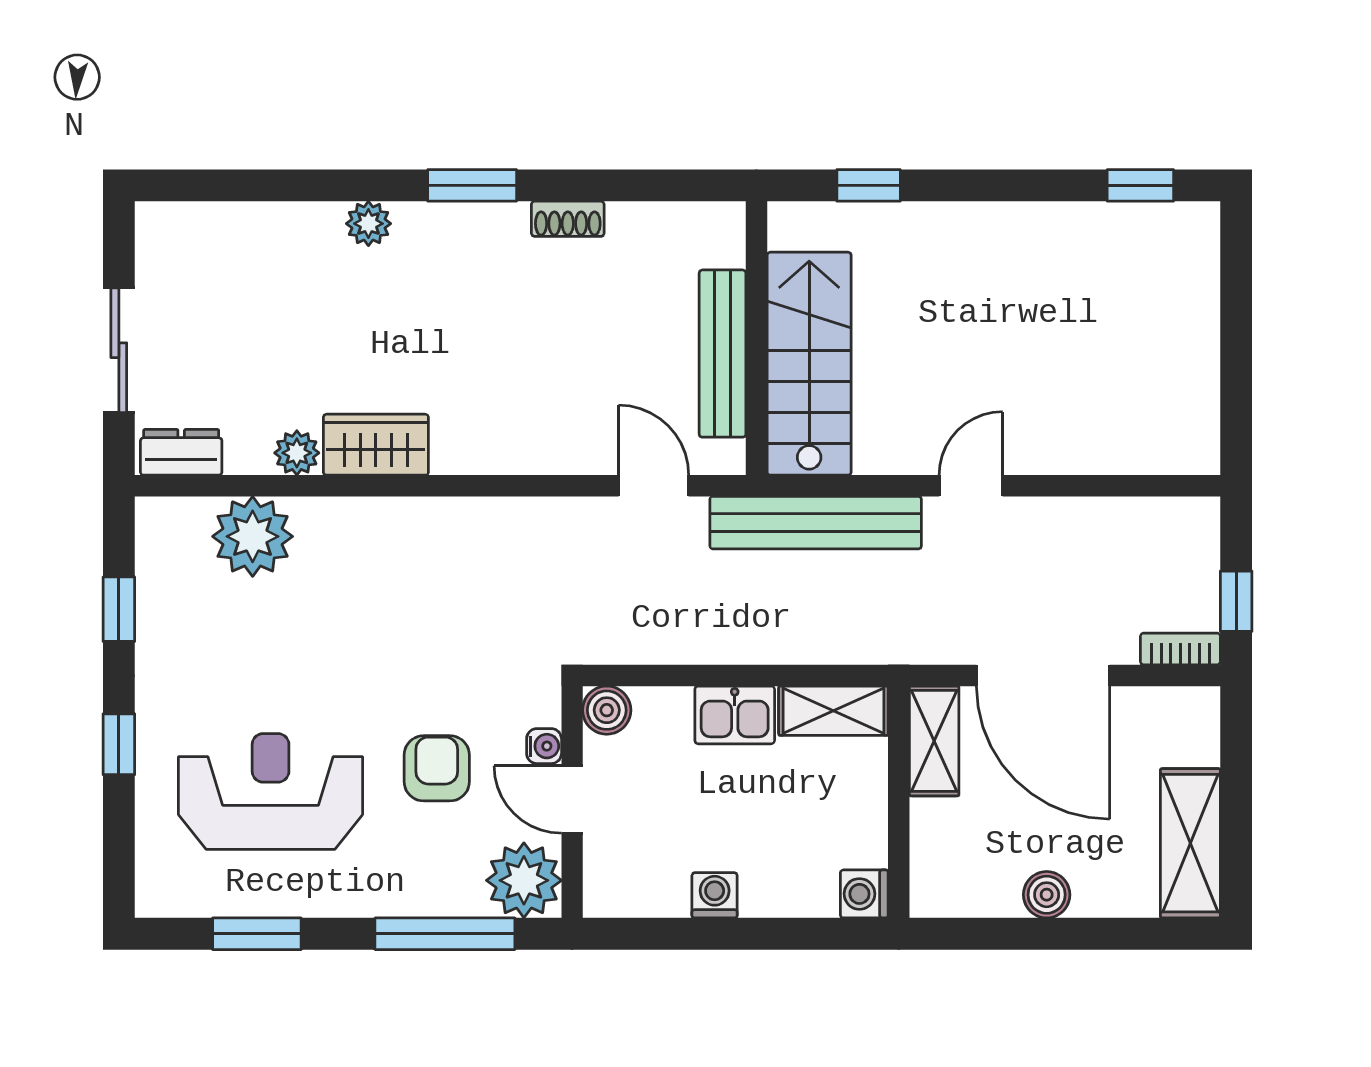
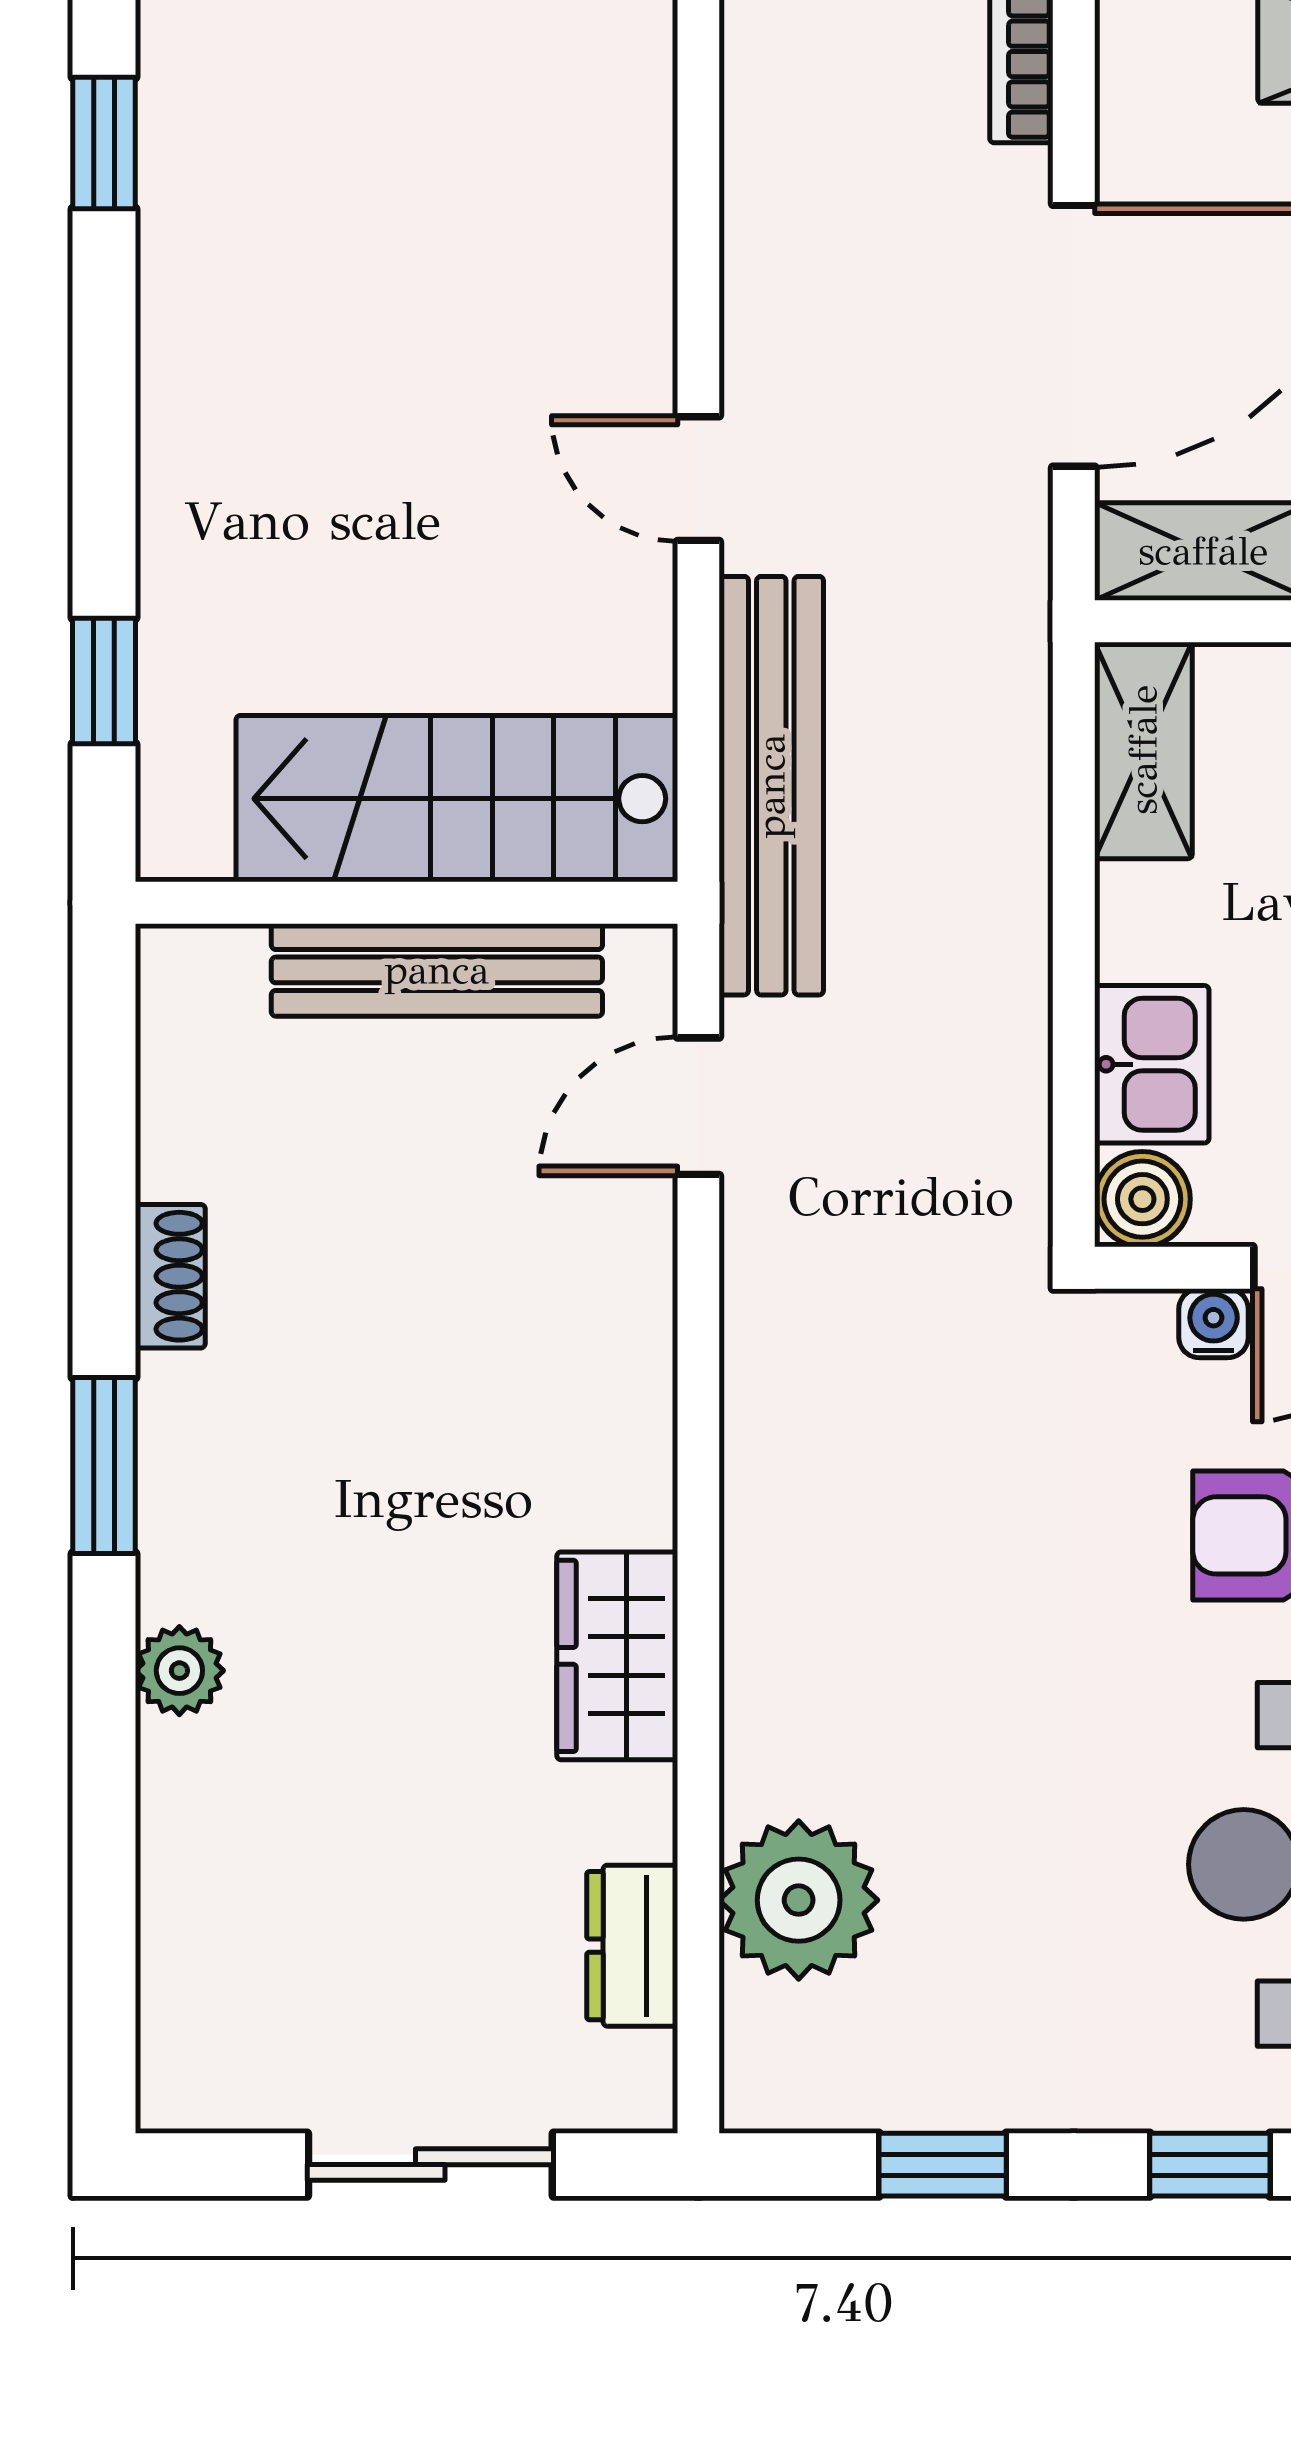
dresser: (181, 452) -> (632, 1946), moved
plant: (297, 453) -> (633, 1812), removed
kitchen sink: (735, 715) -> (1152, 1064), moved

